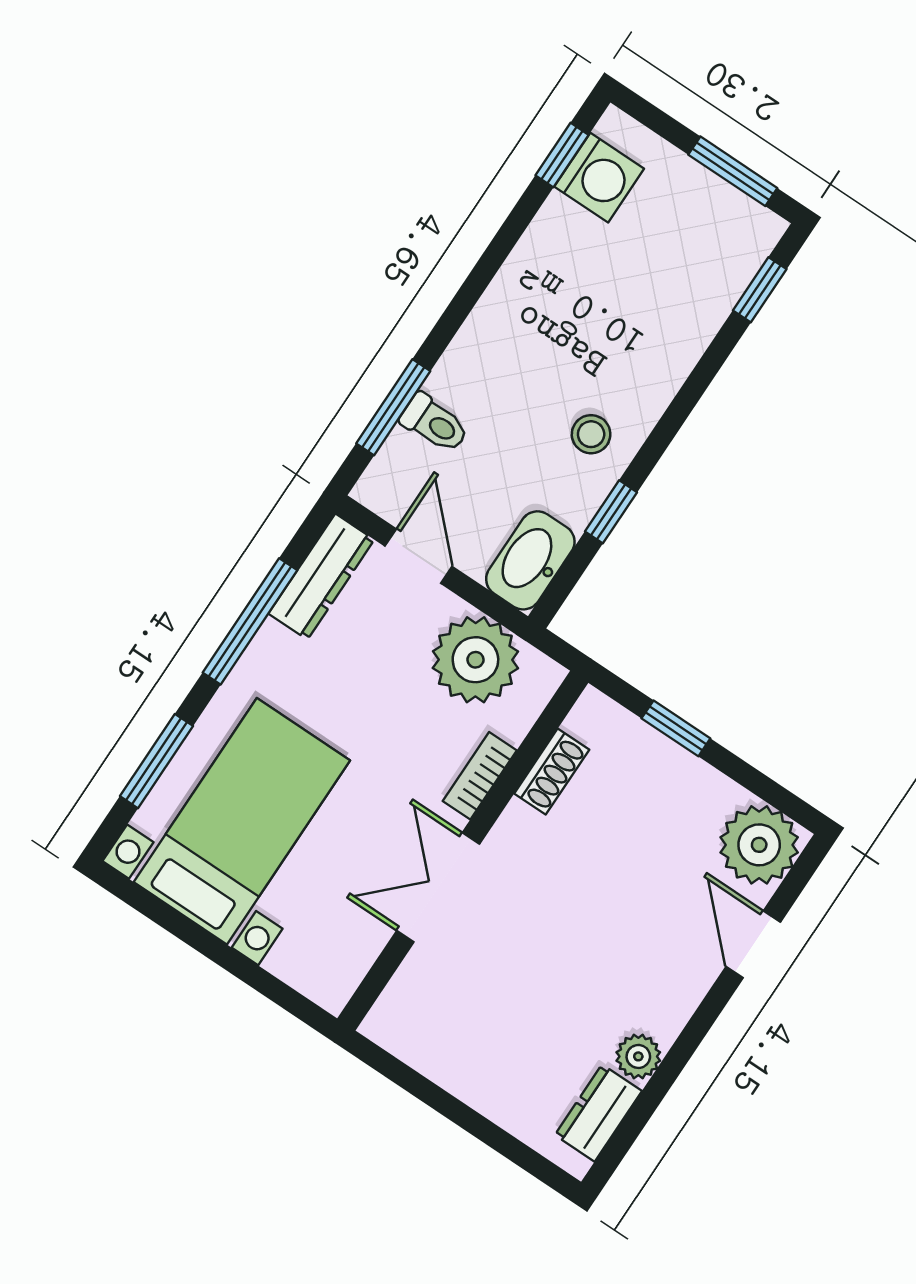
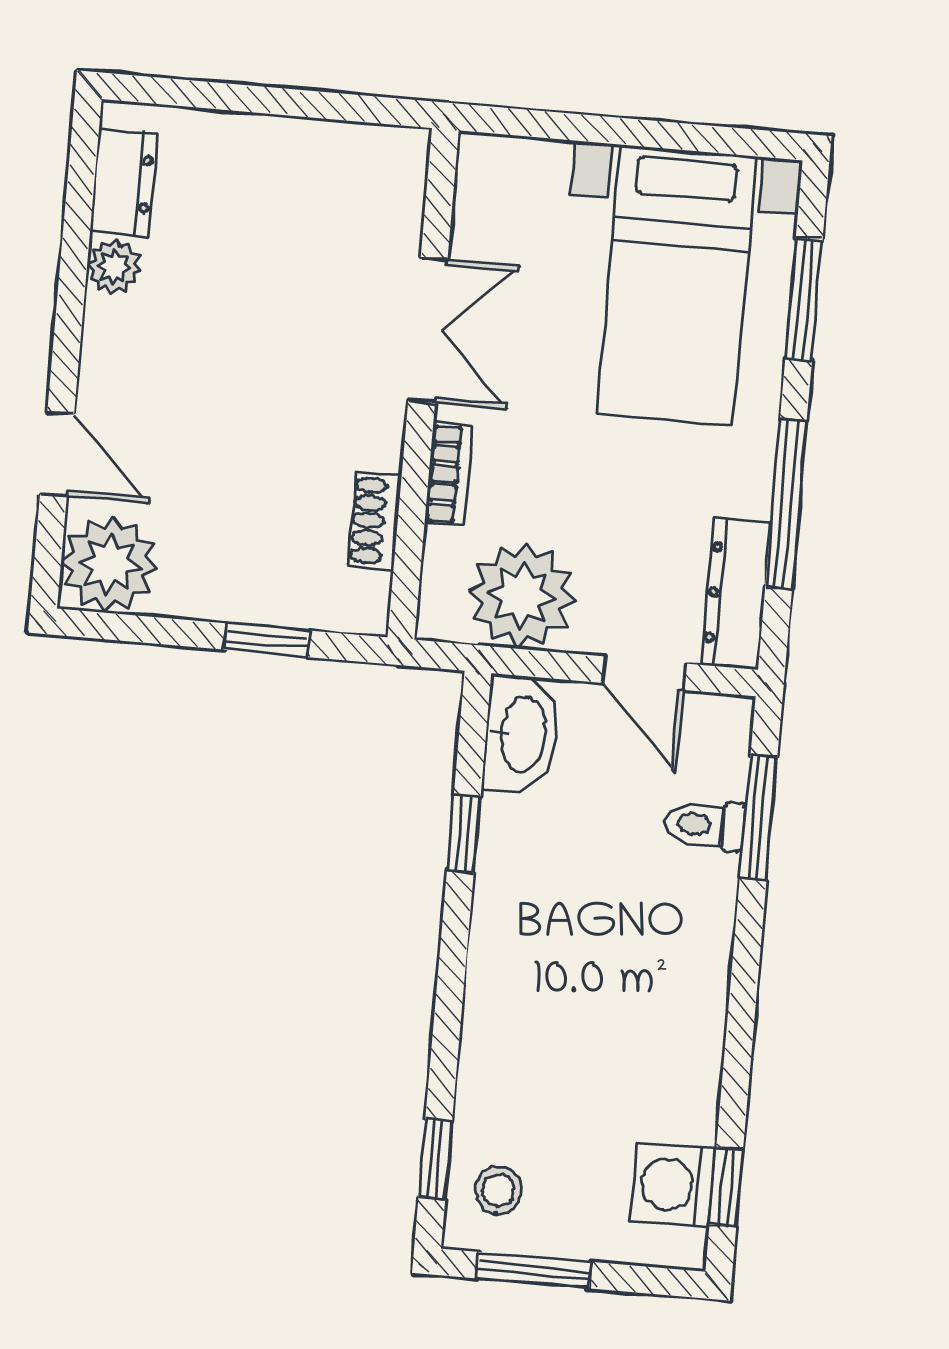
stool: (591, 434) -> (499, 1190), moved

